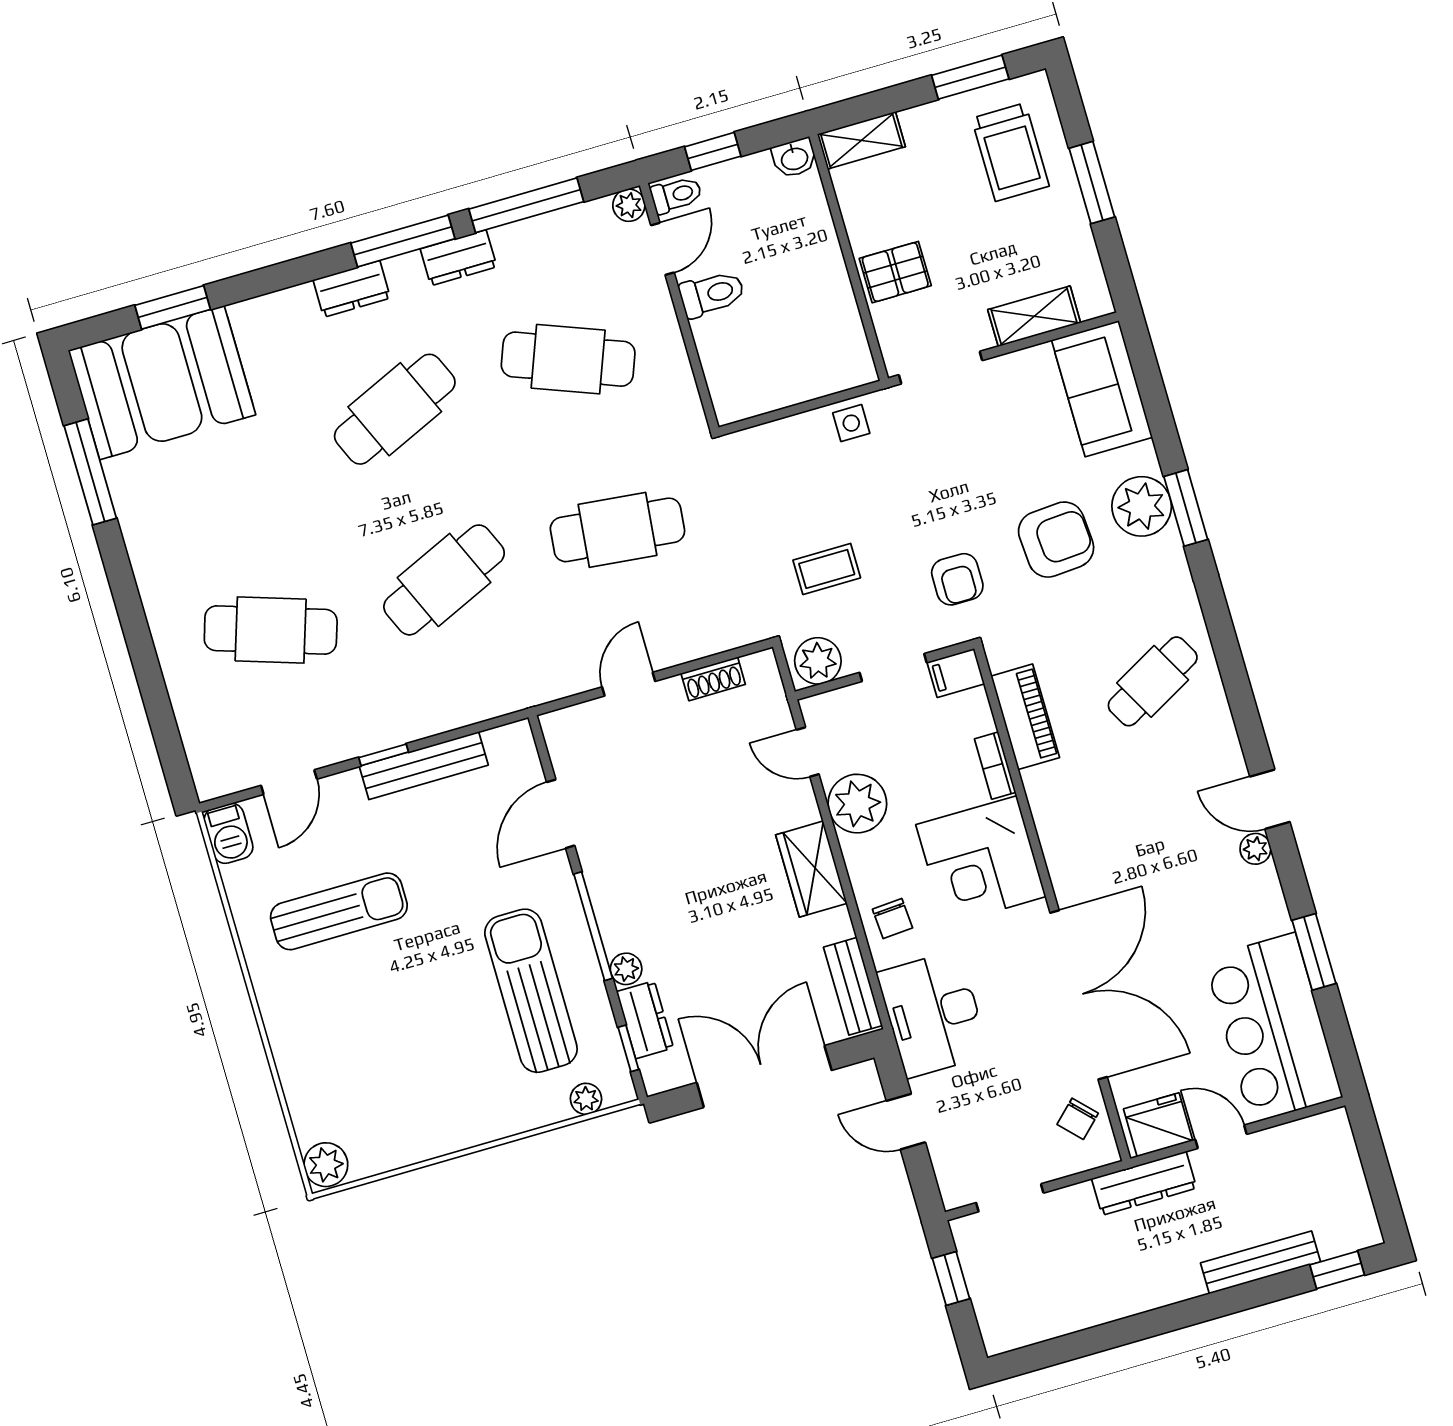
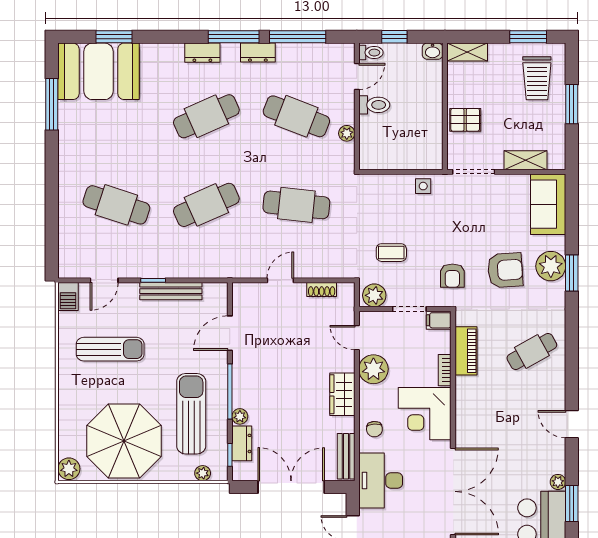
plant: (629, 205) -> (347, 133), moved
plant: (1255, 849) -> (558, 482), moved
parasol: (417, 1080) -> (124, 441), added

